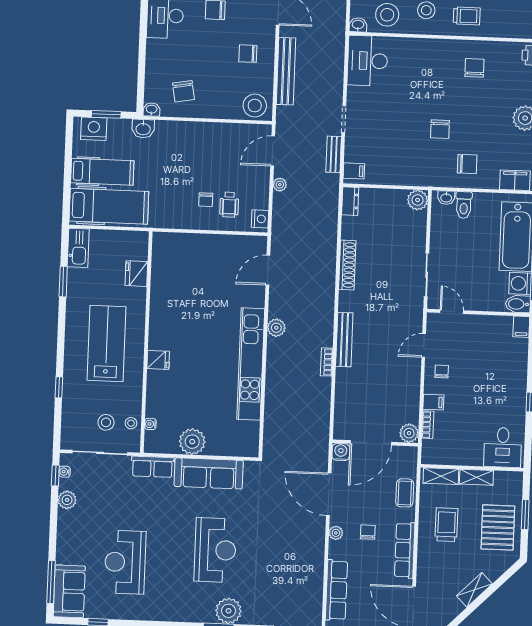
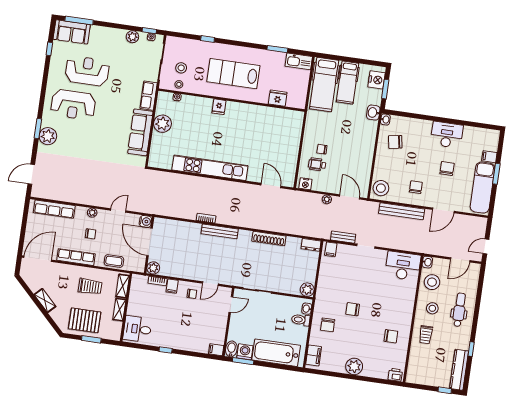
plant: (276, 328) -> (232, 187), removed
lab bench: (107, 343) -> (233, 74), turned 180
door: (424, 345) -> (210, 284), swing flipped
door: (329, 494) -> (118, 211), width x0.53
reception desk: (215, 550) -> (73, 105), moved

